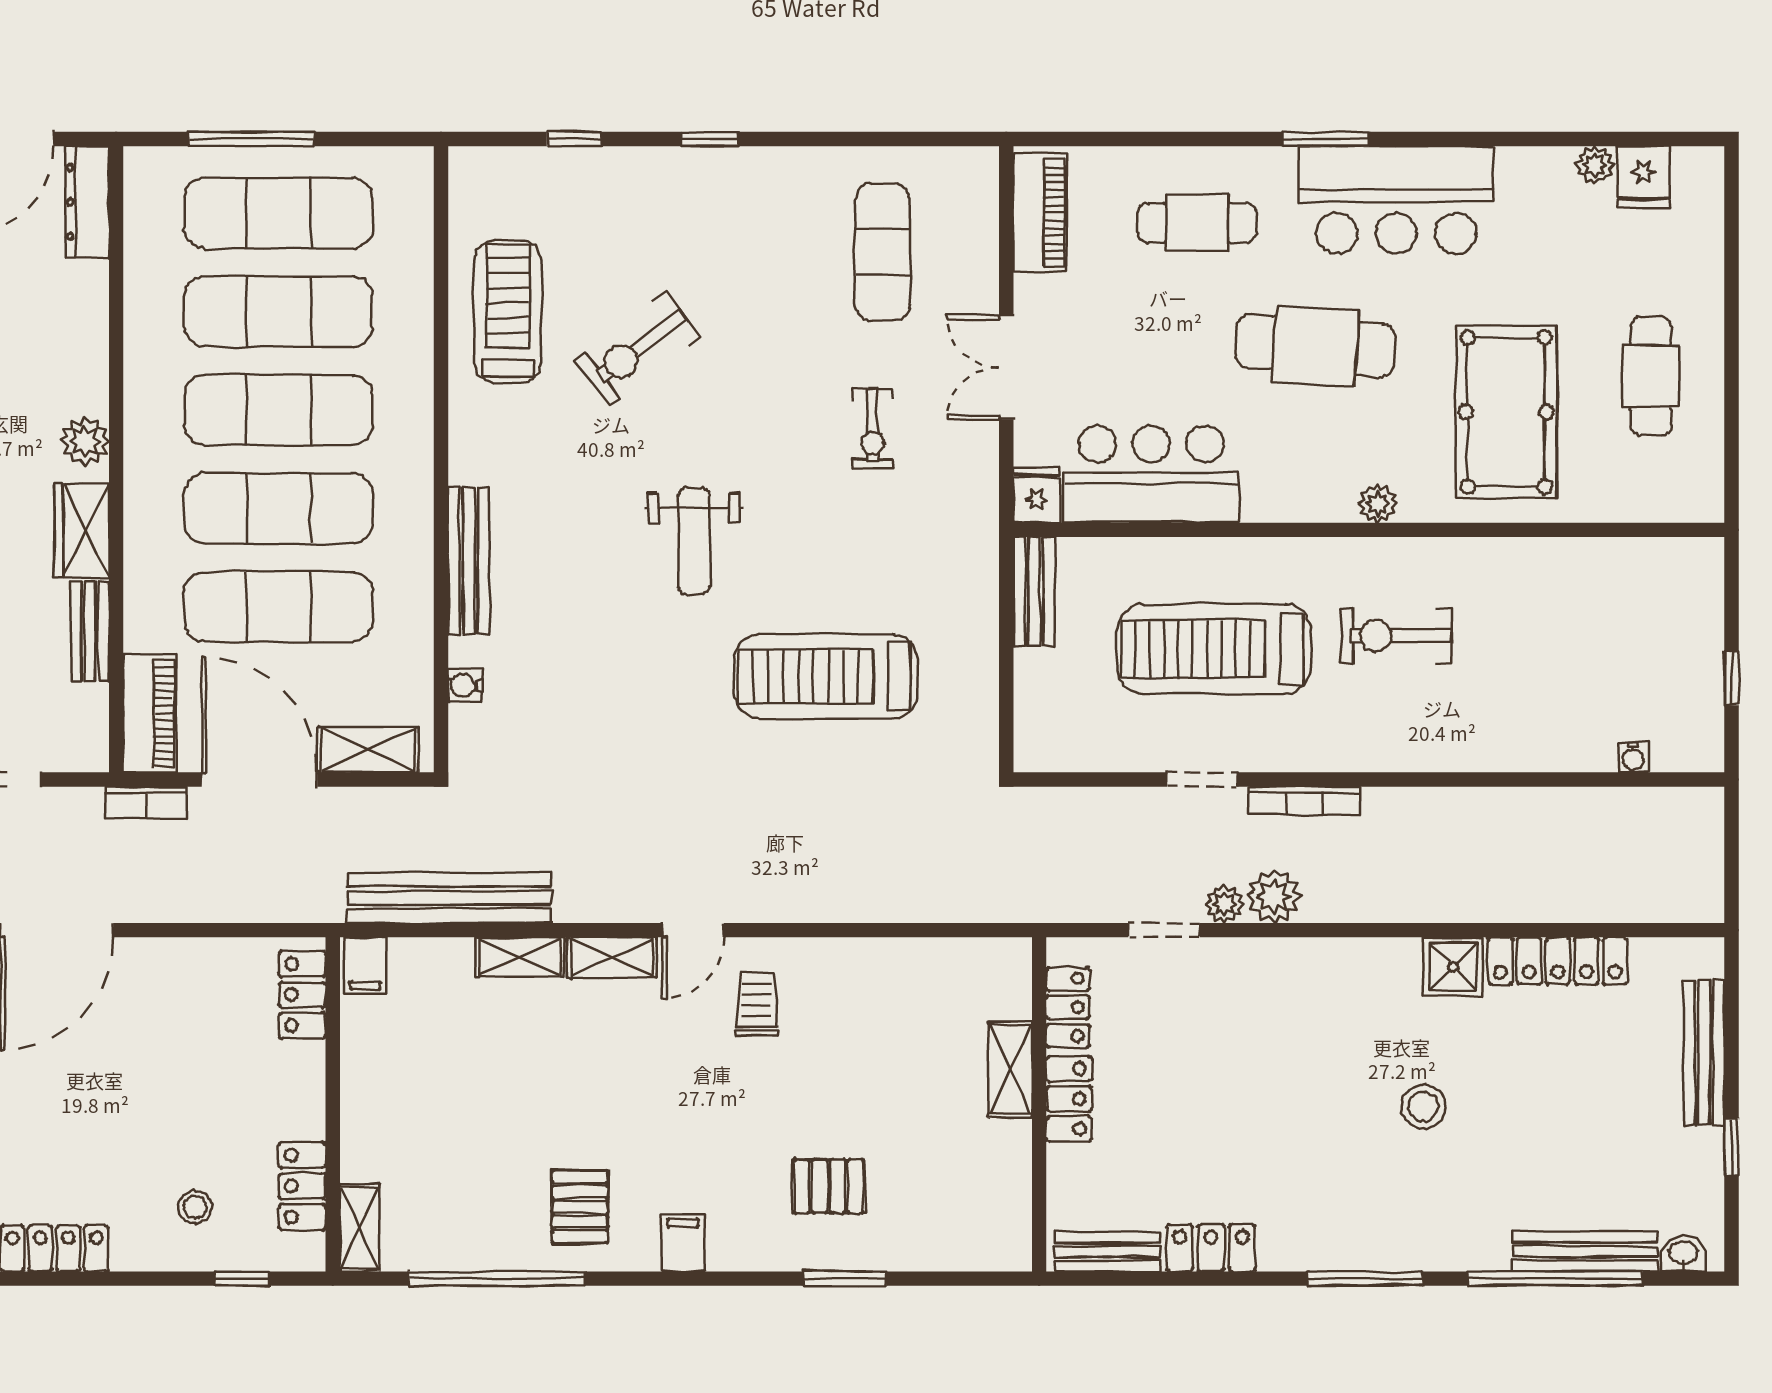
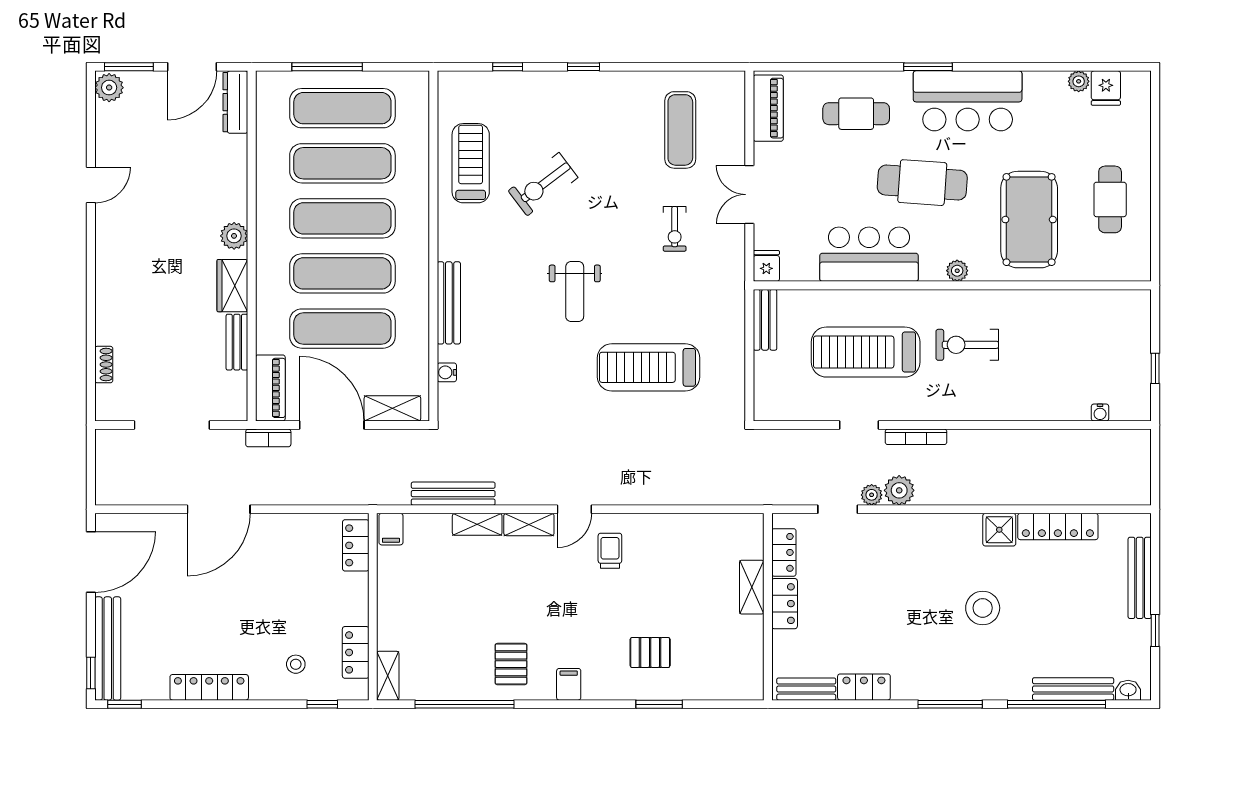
bar counter: (1151, 474) -> (869, 254), moved
bench: (449, 898) -> (453, 494), width x0.73, depth x0.82
stool: (1423, 1107) -> (983, 608), width x1.38, depth x1.38

